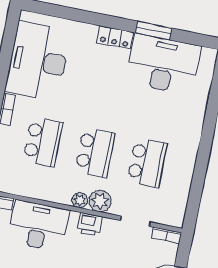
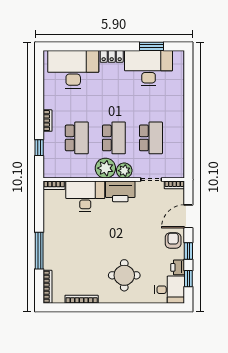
window: (154, 31) -> (151, 46), moved
desk: (38, 61) -> (73, 69), moved, turned 90
plant: (80, 200) -> (105, 168), width x1.88, depth x1.88
printer: (90, 224) -> (120, 191), width x1.87, depth x1.48

